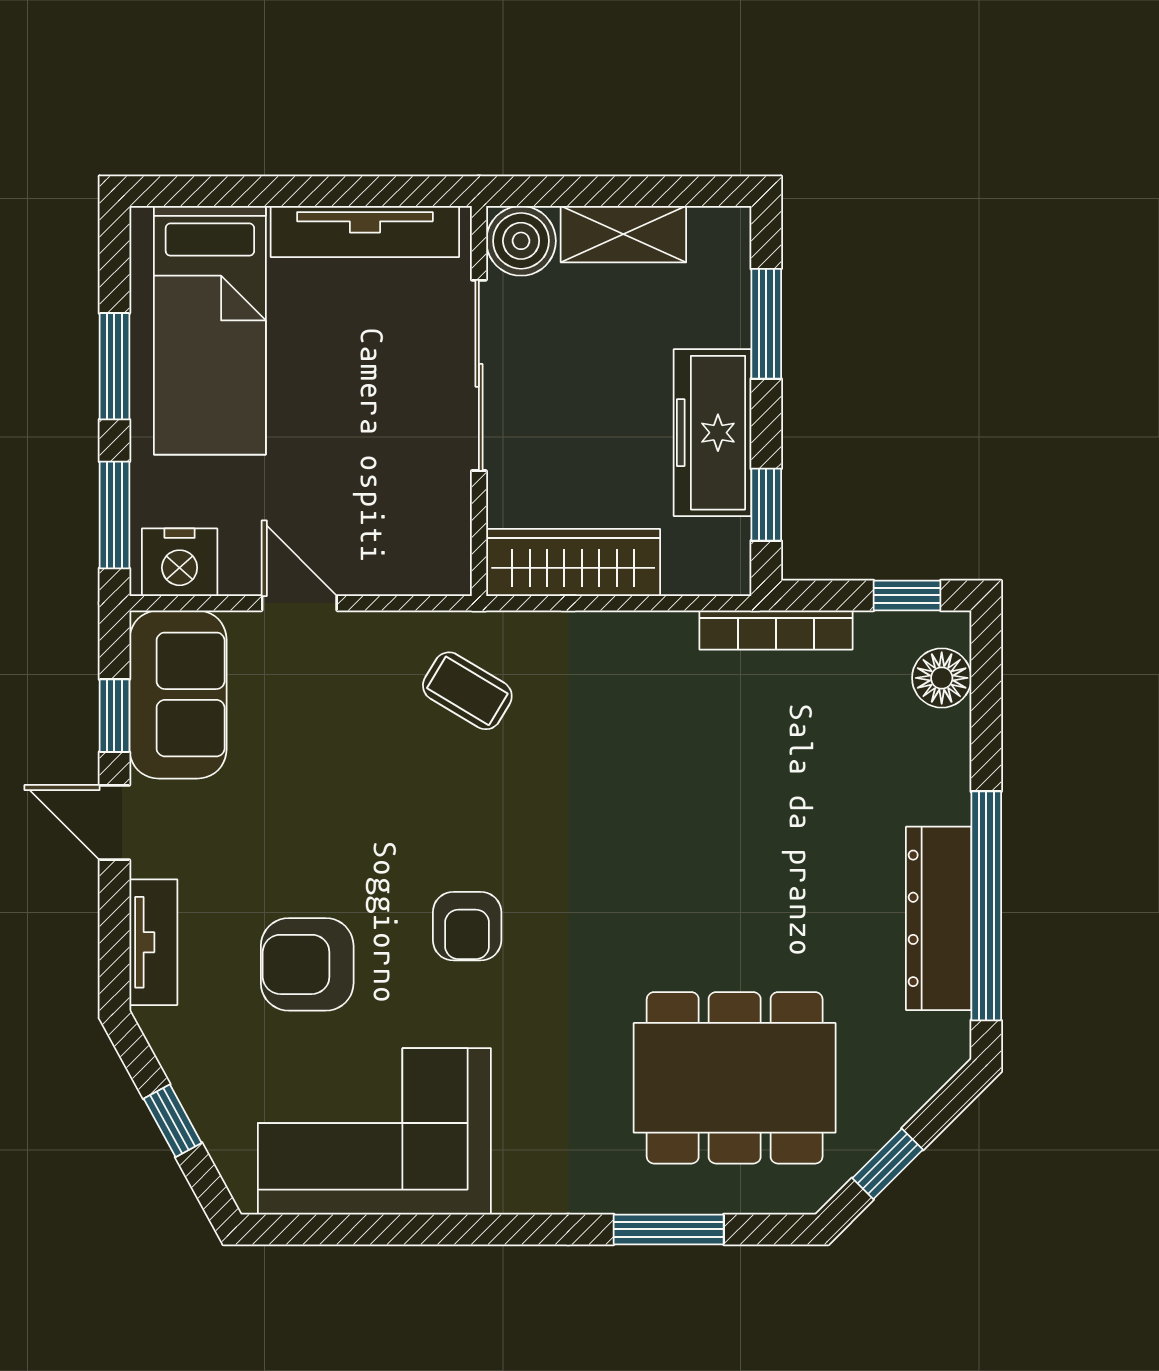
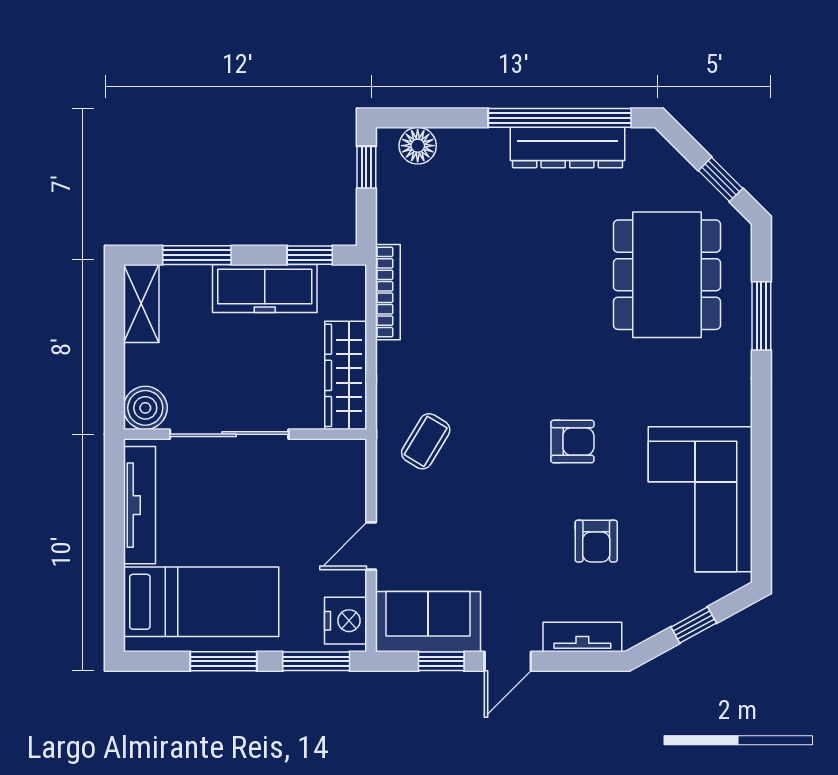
shelving: (623, 234) -> (141, 303), moved
bookcase: (776, 630) -> (388, 292), moved
armchair: (307, 964) -> (596, 541), width x0.72, depth x0.72

